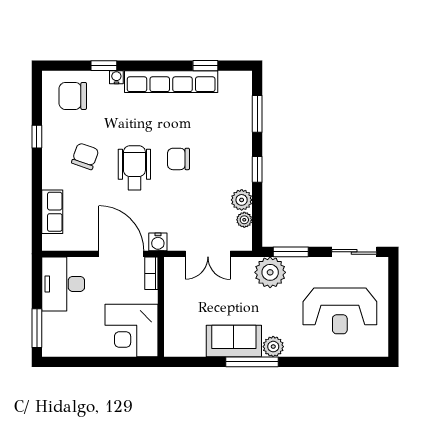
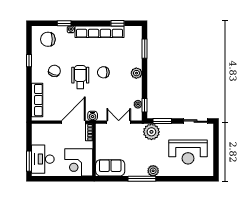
window: (257, 169) -> (145, 105), moved
plant: (242, 200) -> (136, 73), moved
row of seats: (52, 212) -> (37, 100), width x1.48
door: (121, 254) -> (73, 122), hinge flipped
double door: (208, 254) -> (119, 122), swing flipped
desk: (63, 284) -> (43, 159), moved
sofa: (234, 341) -> (110, 168), moved

